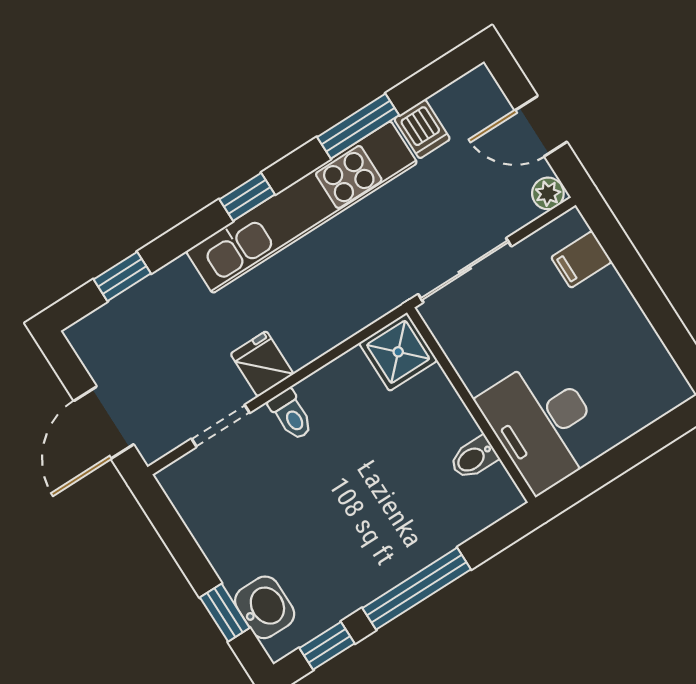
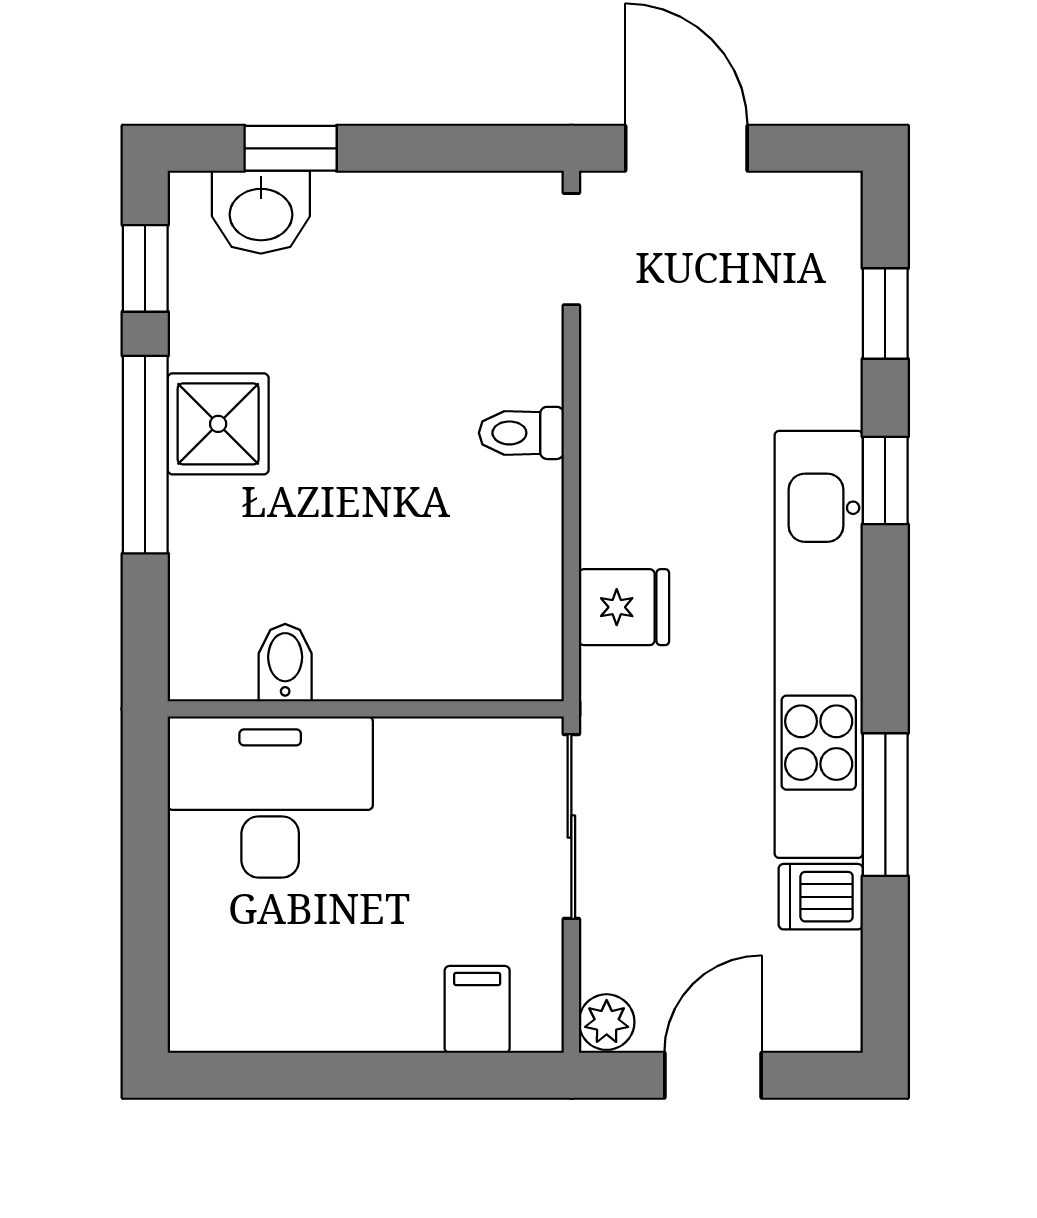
window: (247, 197) -> (885, 481), moved
shower: (398, 352) -> (218, 424), moved
fridge: (262, 364) -> (624, 607), moved
doorway: (221, 426) -> (571, 249), moved

